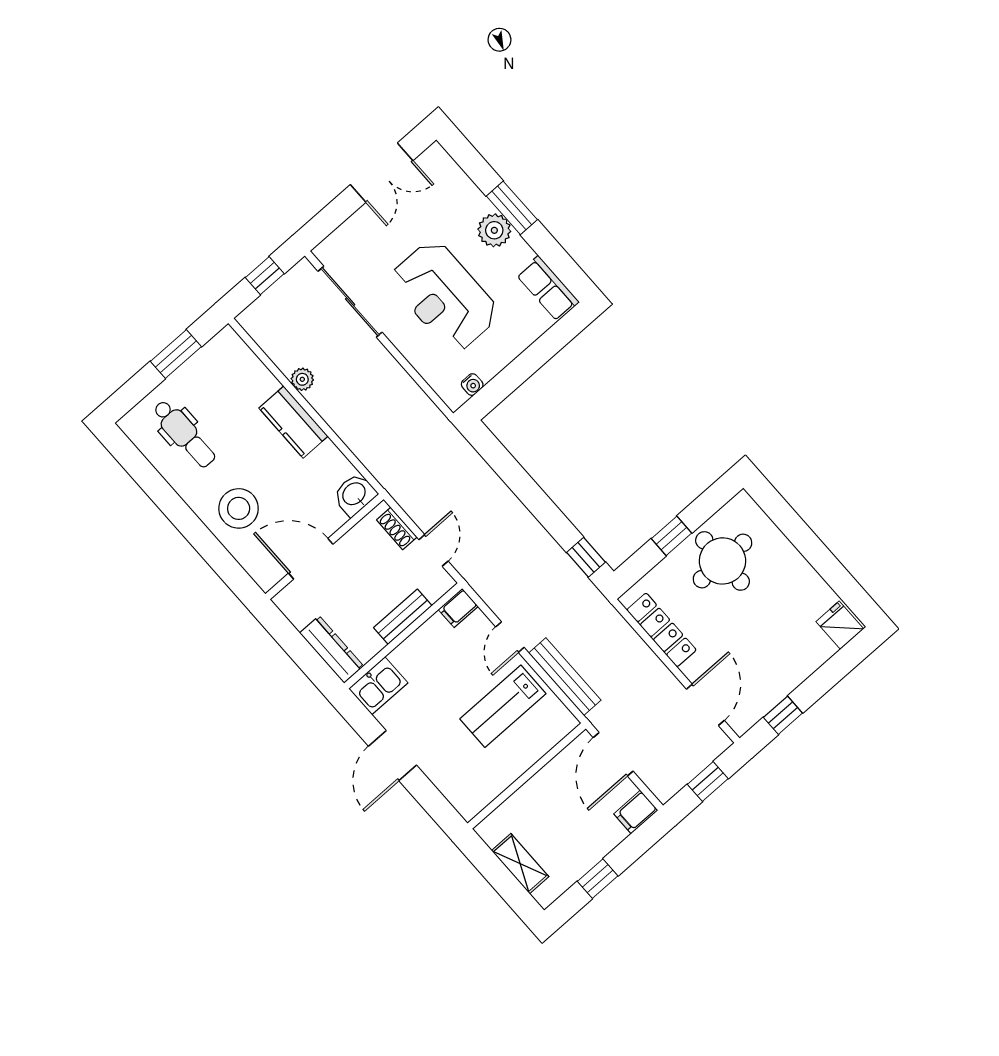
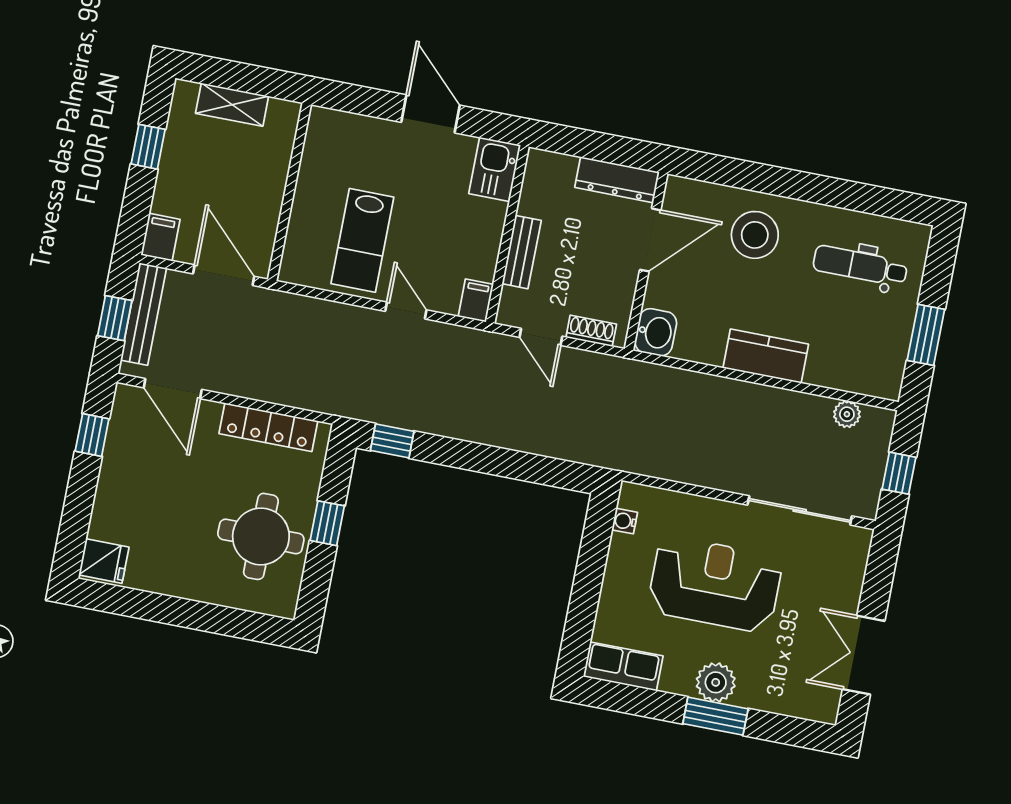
plant: (302, 379) -> (847, 414), moved
dresser: (332, 649) -> (617, 180), moved
bench: (565, 677) -> (143, 314), moved, turned 90
lab bench: (503, 706) -> (362, 240), turned 180

